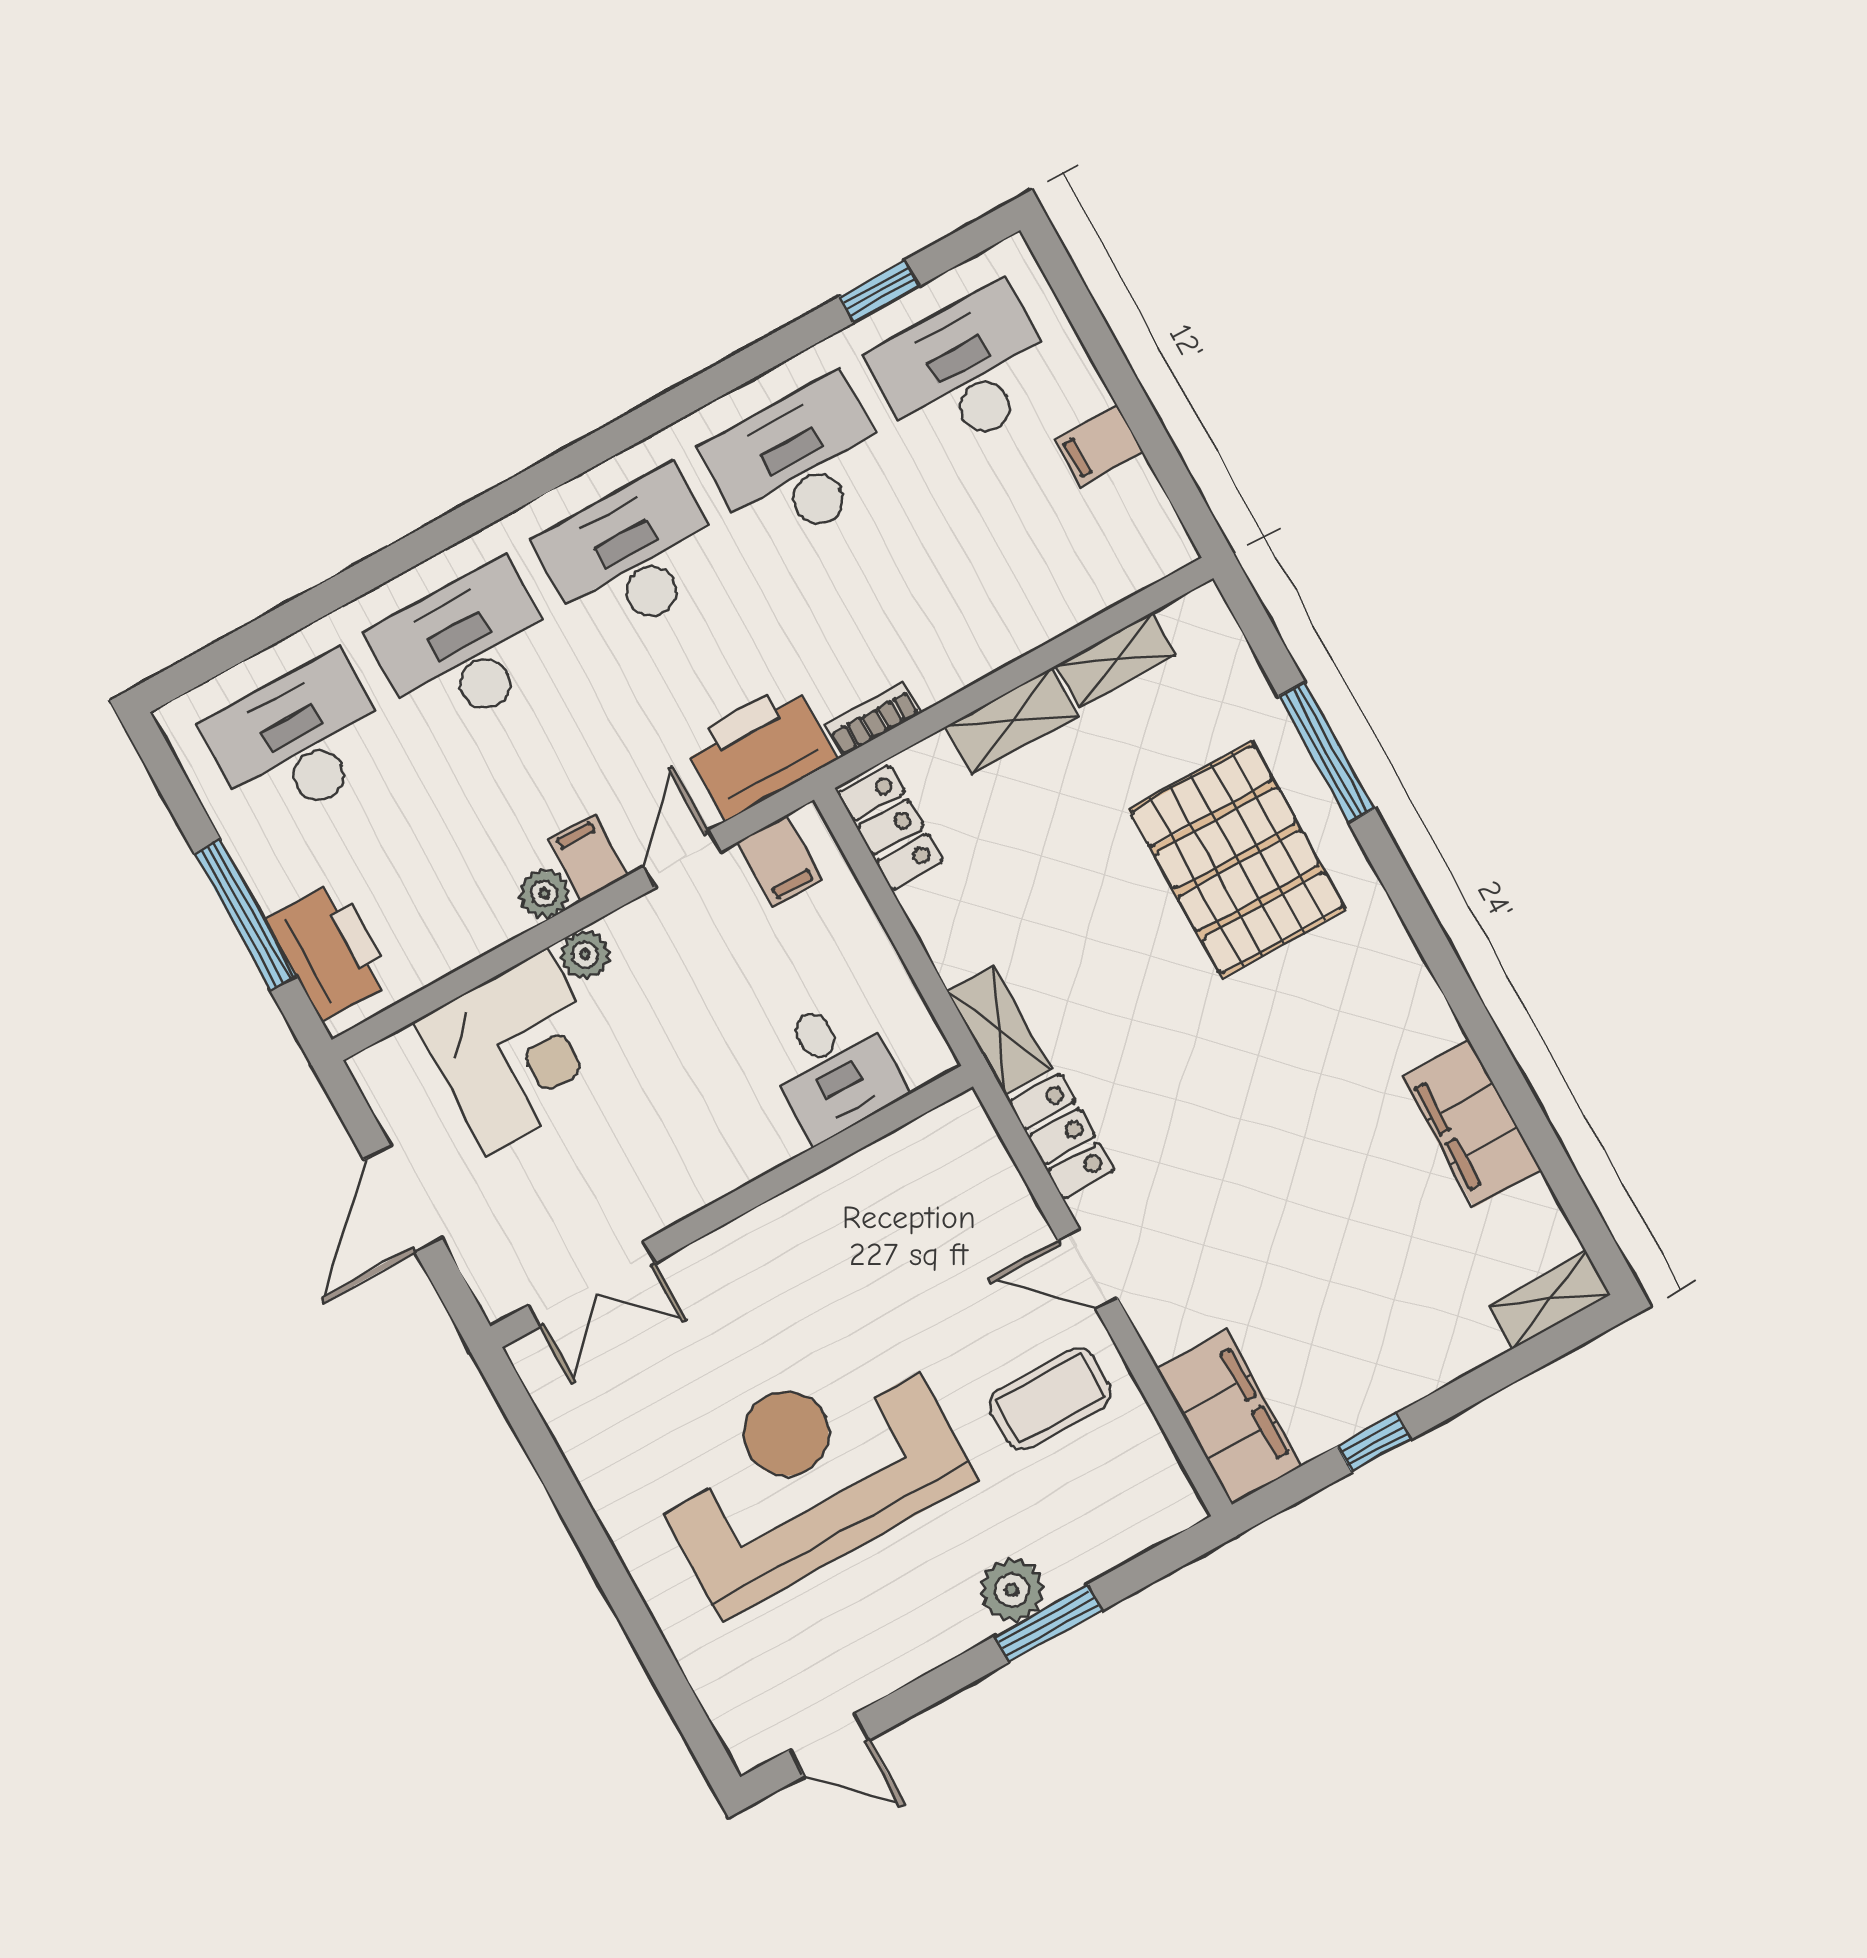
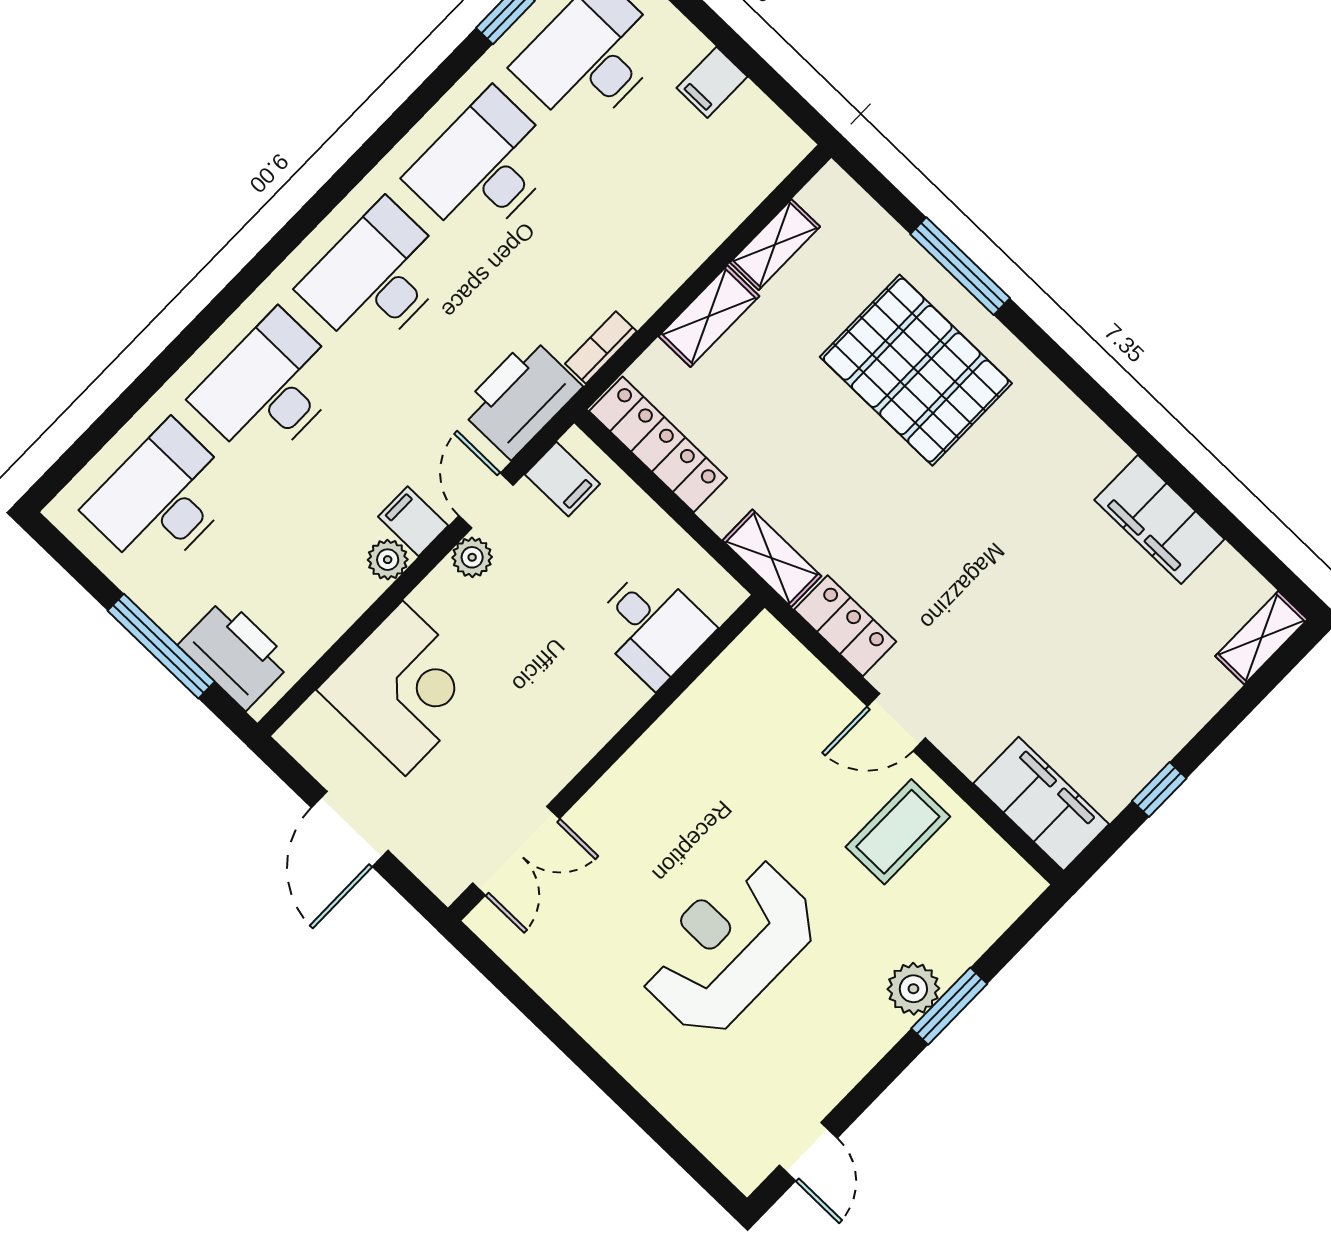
locker: (890, 827) -> (658, 444), width x1.53
plant: (585, 955) -> (472, 557), moved
reception desk: (808, 1474) -> (728, 947), width x0.74, depth x0.77
door: (829, 1745) -> (808, 1152), hinge flipped

